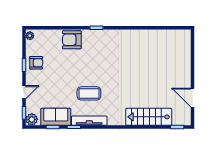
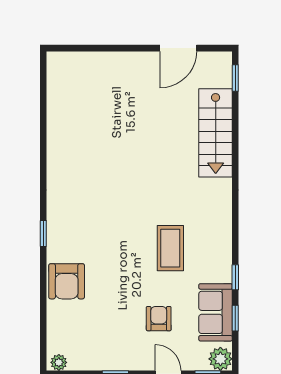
armchair: (36, 63) -> (159, 319), moved
tv unit: (89, 121) -> (223, 248), removed

